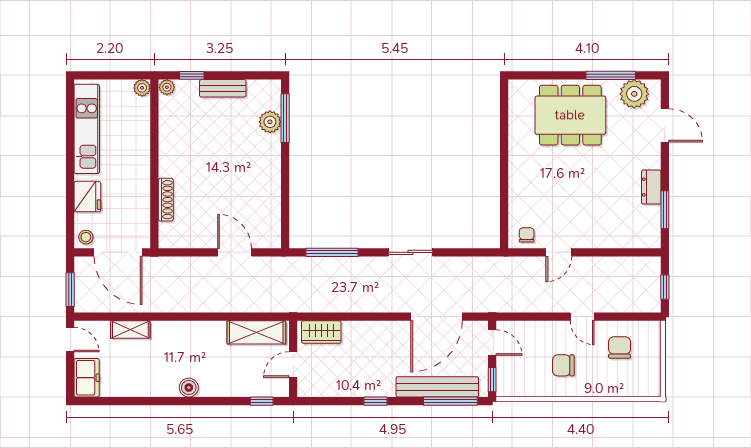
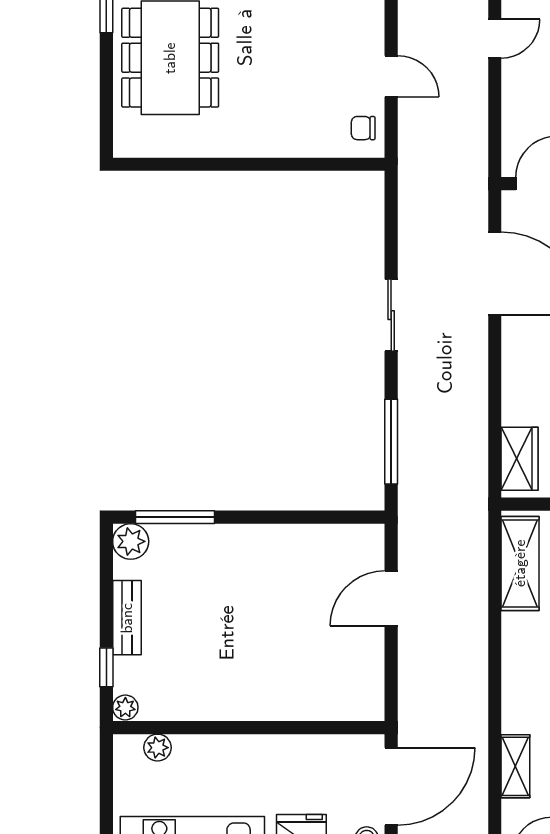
plant: (142, 88) -> (158, 748), moved
plant: (270, 122) -> (131, 541), moved
shoe rack: (166, 200) -> (306, 709), removed

